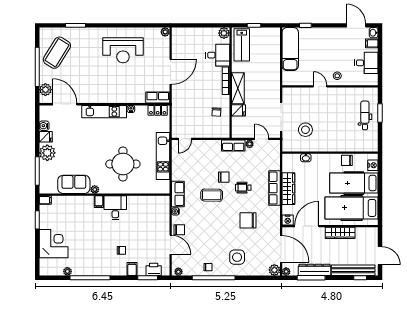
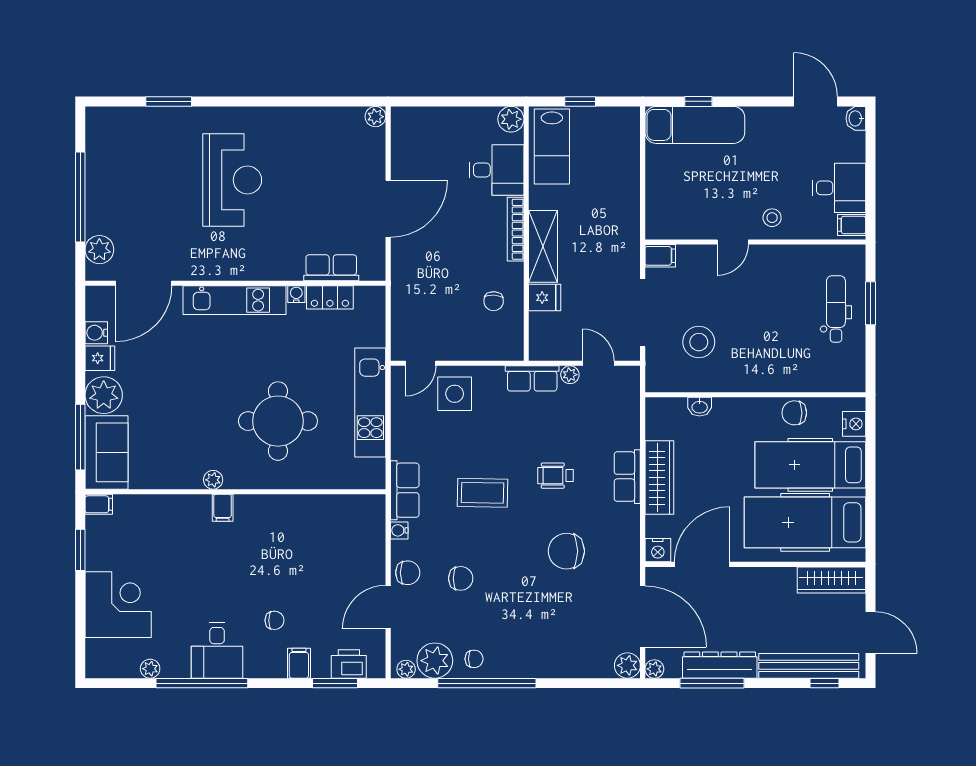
filing cabinet: (372, 43) -> (852, 225), moved
exam couch: (290, 49) -> (695, 125), moved, turned 90
reception desk: (123, 50) -> (232, 180), moved, turned -90
coffee table: (57, 53) -> (126, 164), removed
door: (320, 86) -> (733, 242), swing flipped
filing cabinet: (289, 92) -> (660, 256), added
row of seats: (158, 97) -> (331, 268), moved
door: (65, 104) -> (144, 283), swing flipped
locker: (158, 110) -> (330, 297), moved
chair: (224, 177) -> (461, 578), moved
sofa: (74, 184) -> (106, 452), moved, turned 90
row of seats: (274, 188) -> (627, 477), width x0.68
desk: (115, 208) -> (217, 651), moved, turned 180
wardrobe: (340, 233) -> (831, 580), moved
door: (171, 245) -> (388, 607), swing flipped
side table: (237, 257) -> (455, 394), moved
plant: (191, 268) -> (435, 661), added

